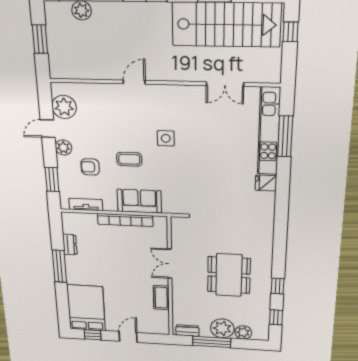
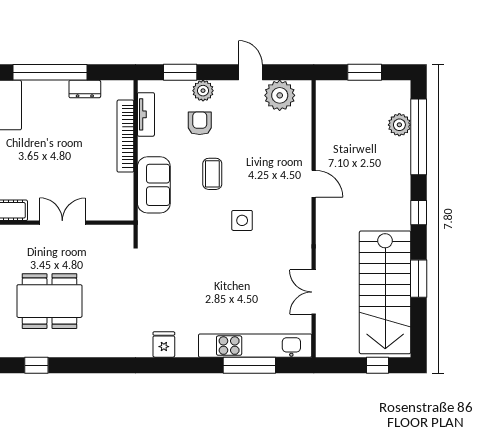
plant: (63, 147) -> (203, 91), moved
fridge: (266, 183) -> (164, 344), moved
bookcase: (125, 220) -> (125, 136), moved
window: (59, 266) -> (50, 72), width x1.46

